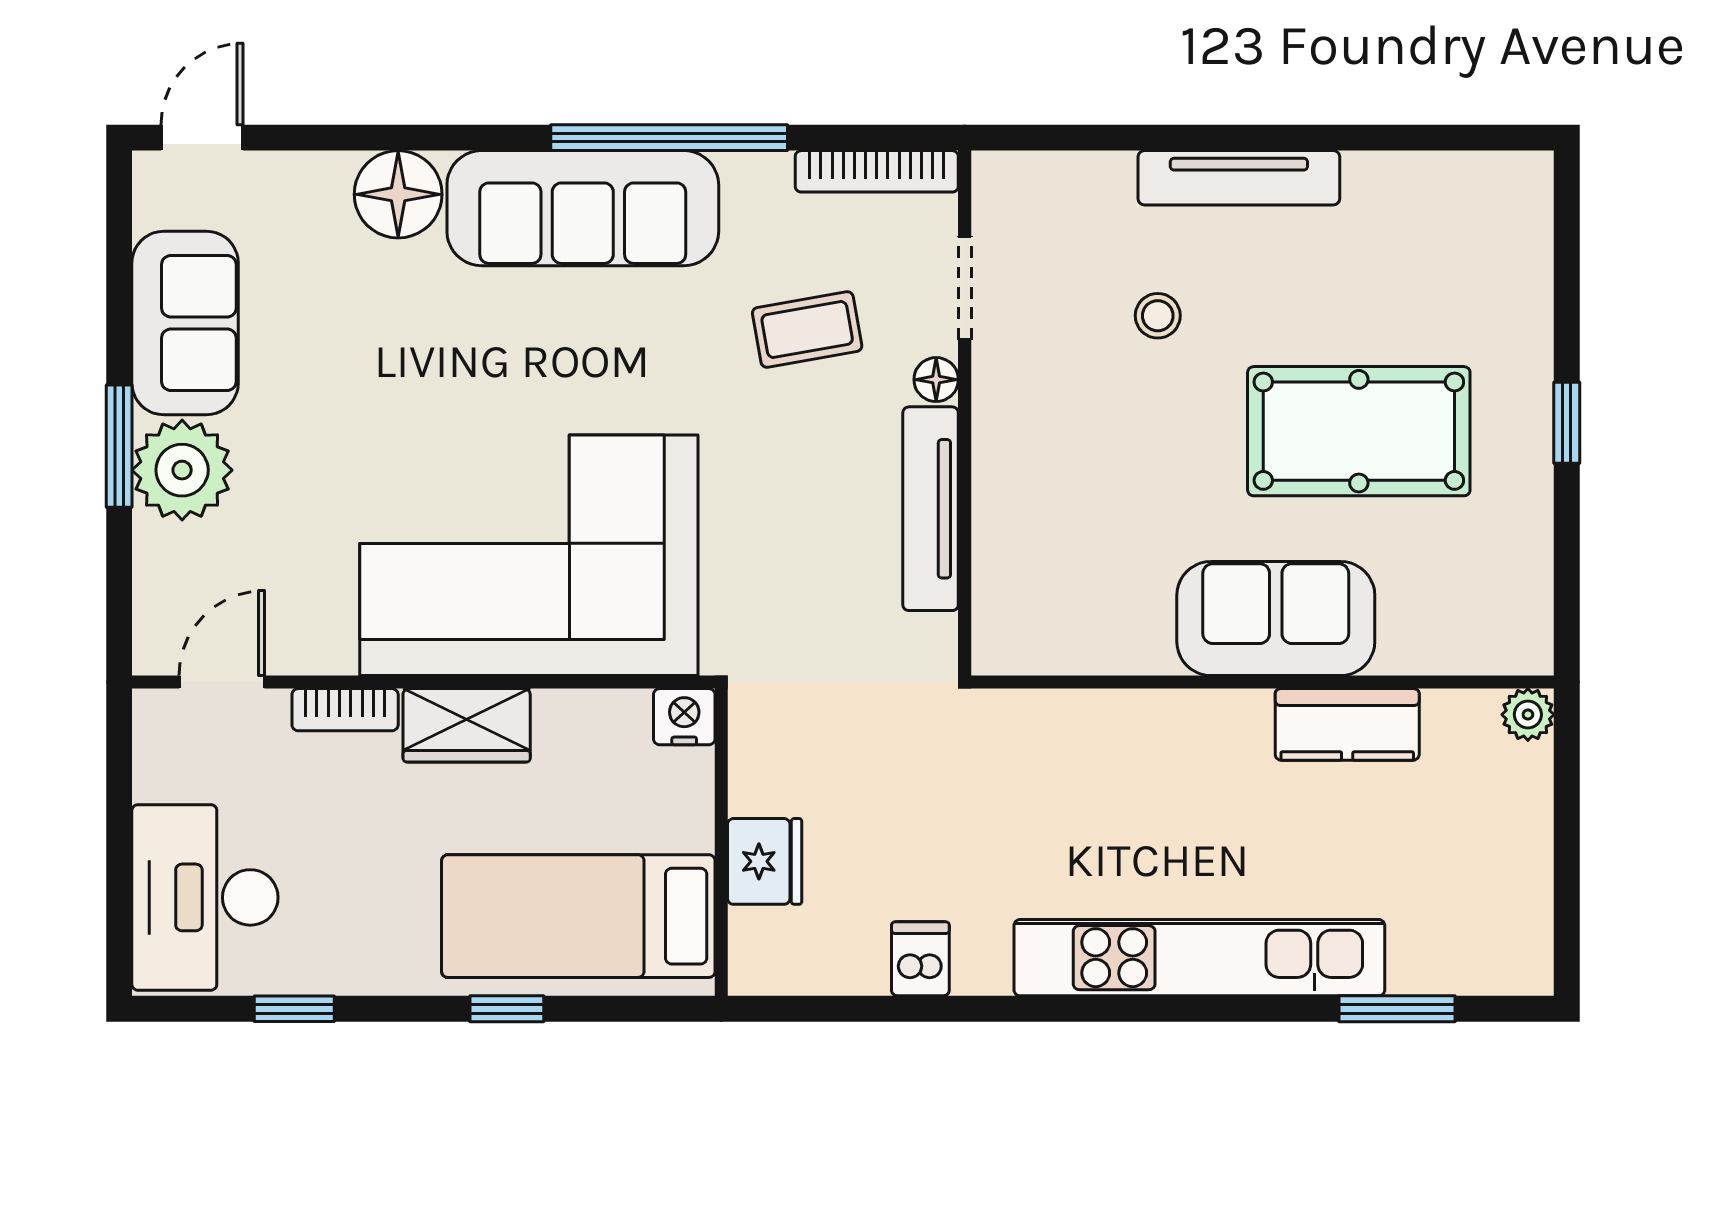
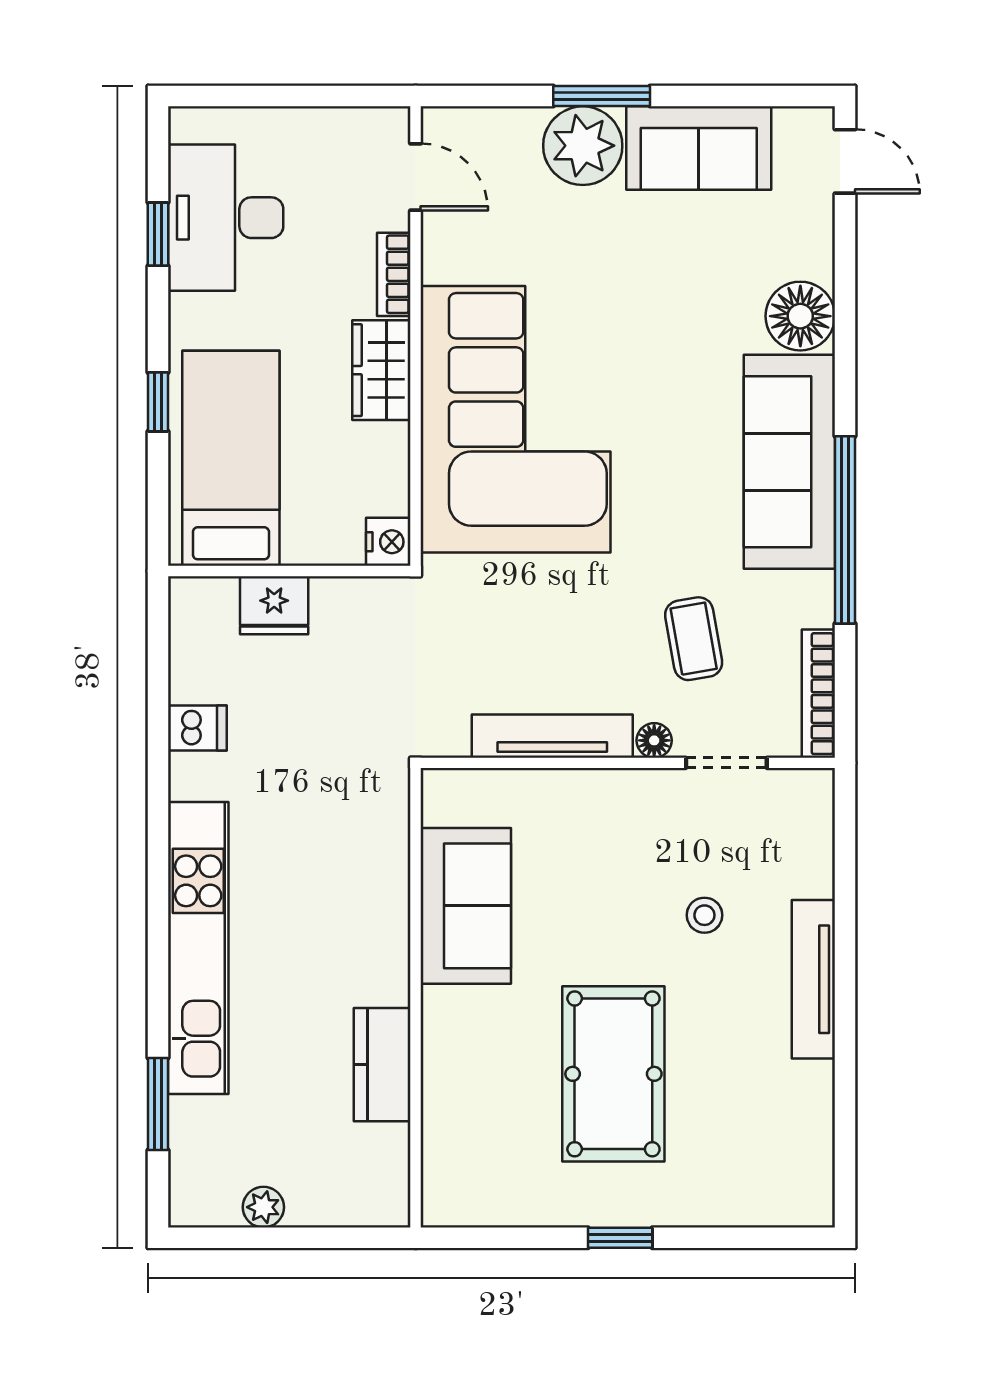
sofa: (1276, 618) -> (466, 906), moved
plant: (1528, 715) -> (263, 1207), moved
desk: (205, 897) -> (226, 218), moved, turned -90

